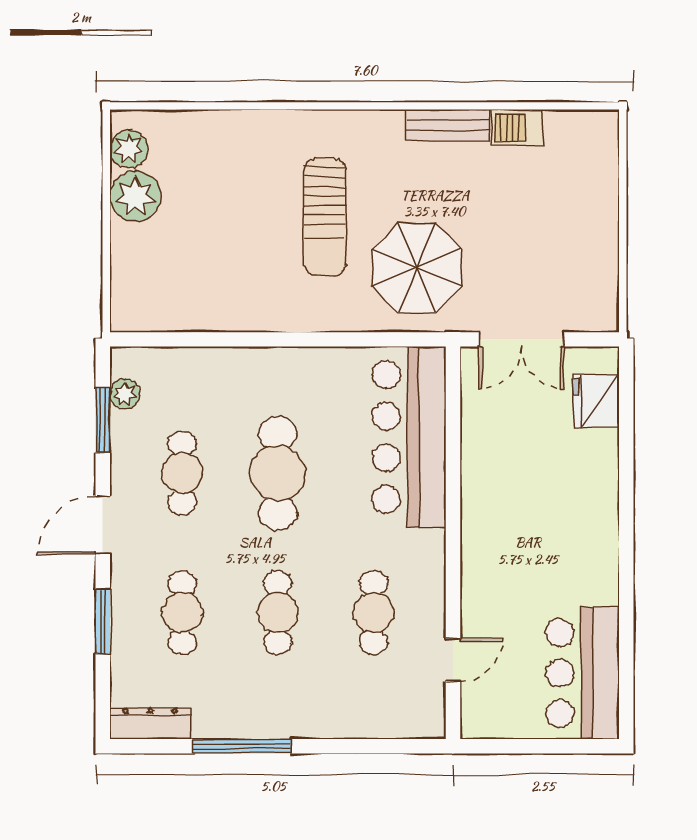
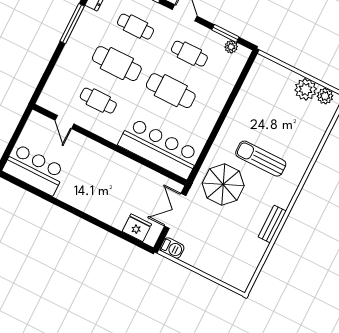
barbecue: (517, 127) -> (172, 248), moved, turned 90
cafe table: (278, 612) -> (117, 64), width x1.37, depth x1.35

